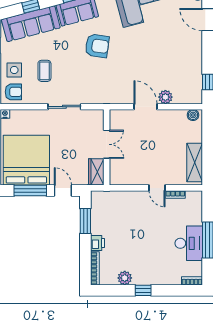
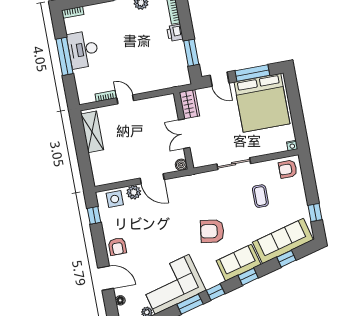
armchair: (191, 48) -> (117, 246), added
side table: (14, 70) -> (115, 199), moved
boiler: (193, 115) -> (181, 165), moved

